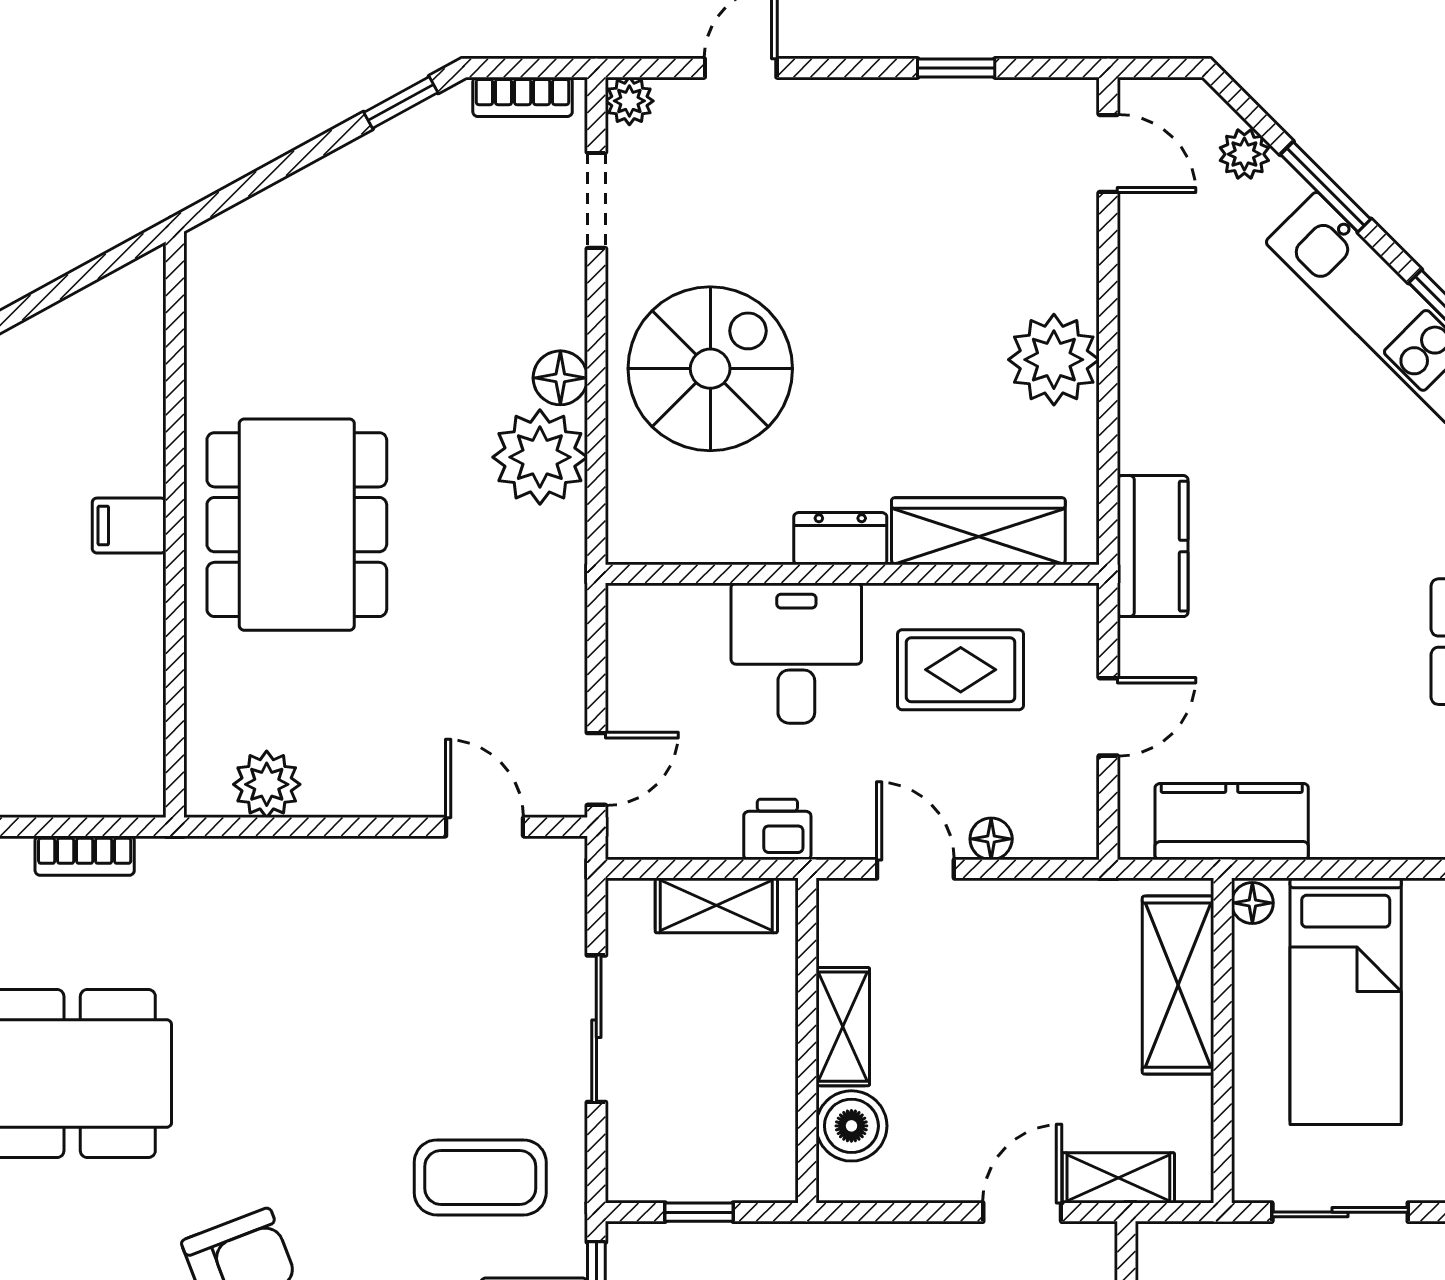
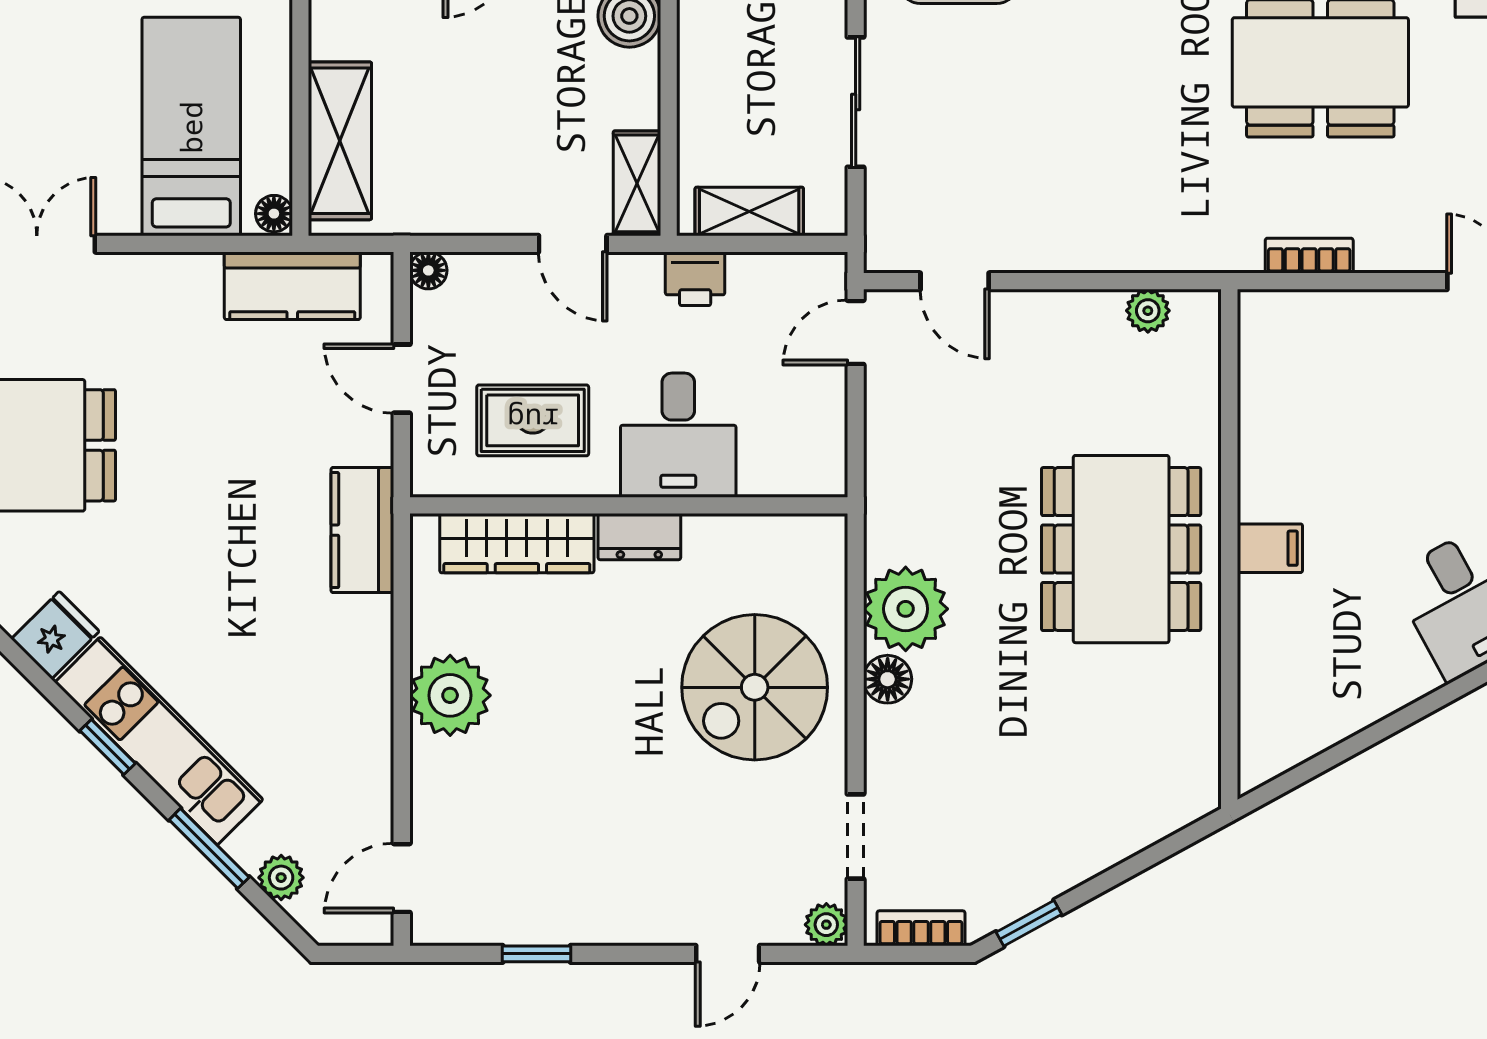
door: (1108, 154) -> (402, 878), hinge flipped
door: (1108, 717) -> (402, 379), hinge flipped
plant: (267, 784) -> (1148, 311), width x0.73, depth x0.73
floor lamp: (991, 839) -> (428, 270), moved
shelving: (843, 1027) -> (637, 183), moved

